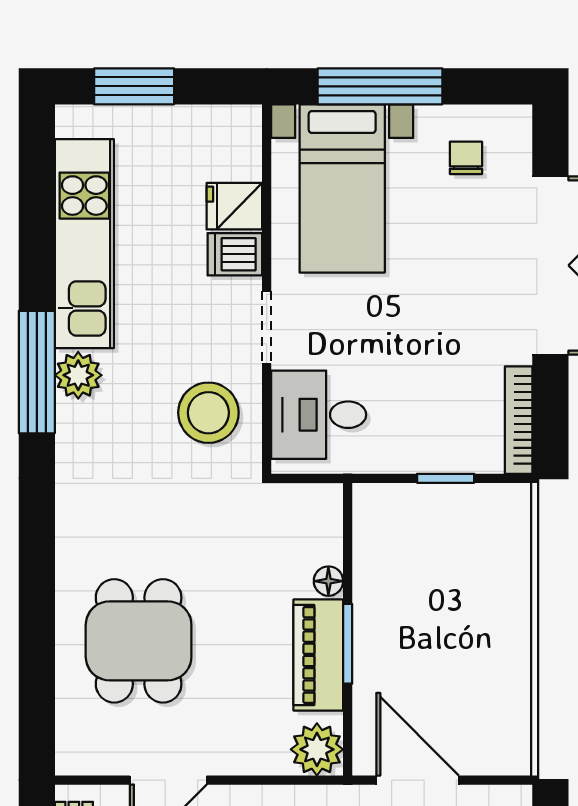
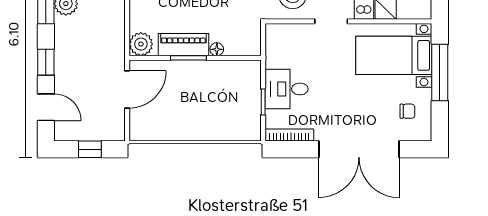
desk: (319, 415) -> (287, 89), moved, turned -90

